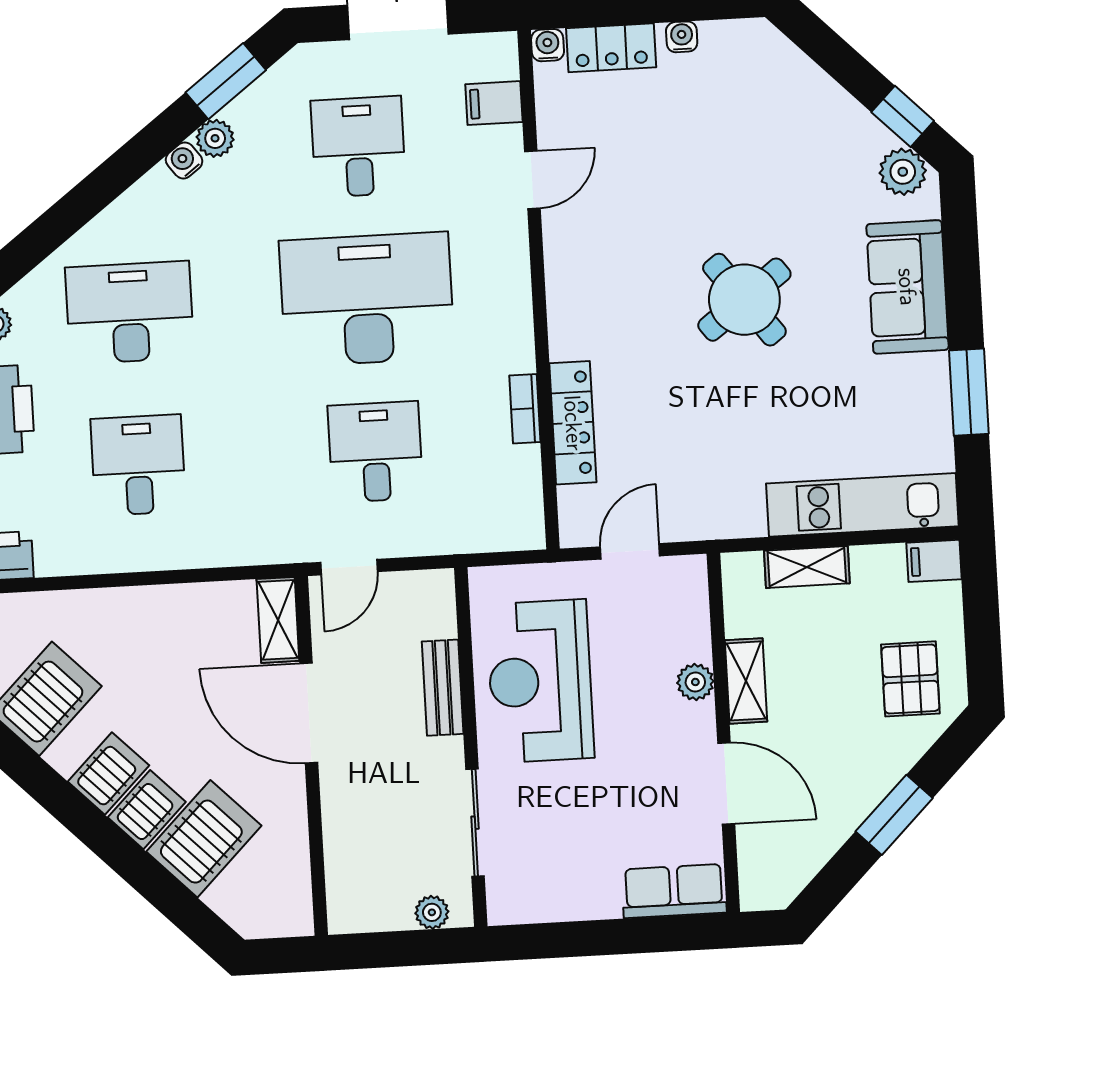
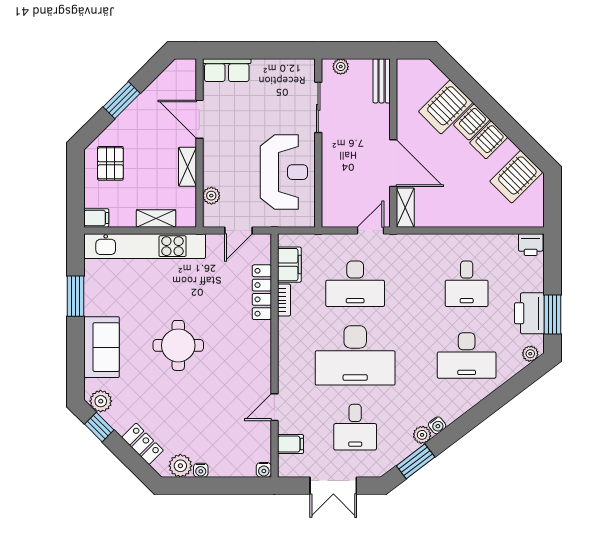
plant: (726, 44) -> (180, 466), added
locker: (611, 48) -> (142, 444), moved, turned 45
round table: (744, 300) -> (178, 345), turned 37
desk: (375, 452) -> (355, 284), width x1.37
filing cabinet: (518, 485) -> (289, 265), added
kitchen unit: (862, 505) -> (145, 246), width x1.36
plant: (695, 682) -> (211, 196), moved
bench: (443, 688) -> (382, 81), moved

